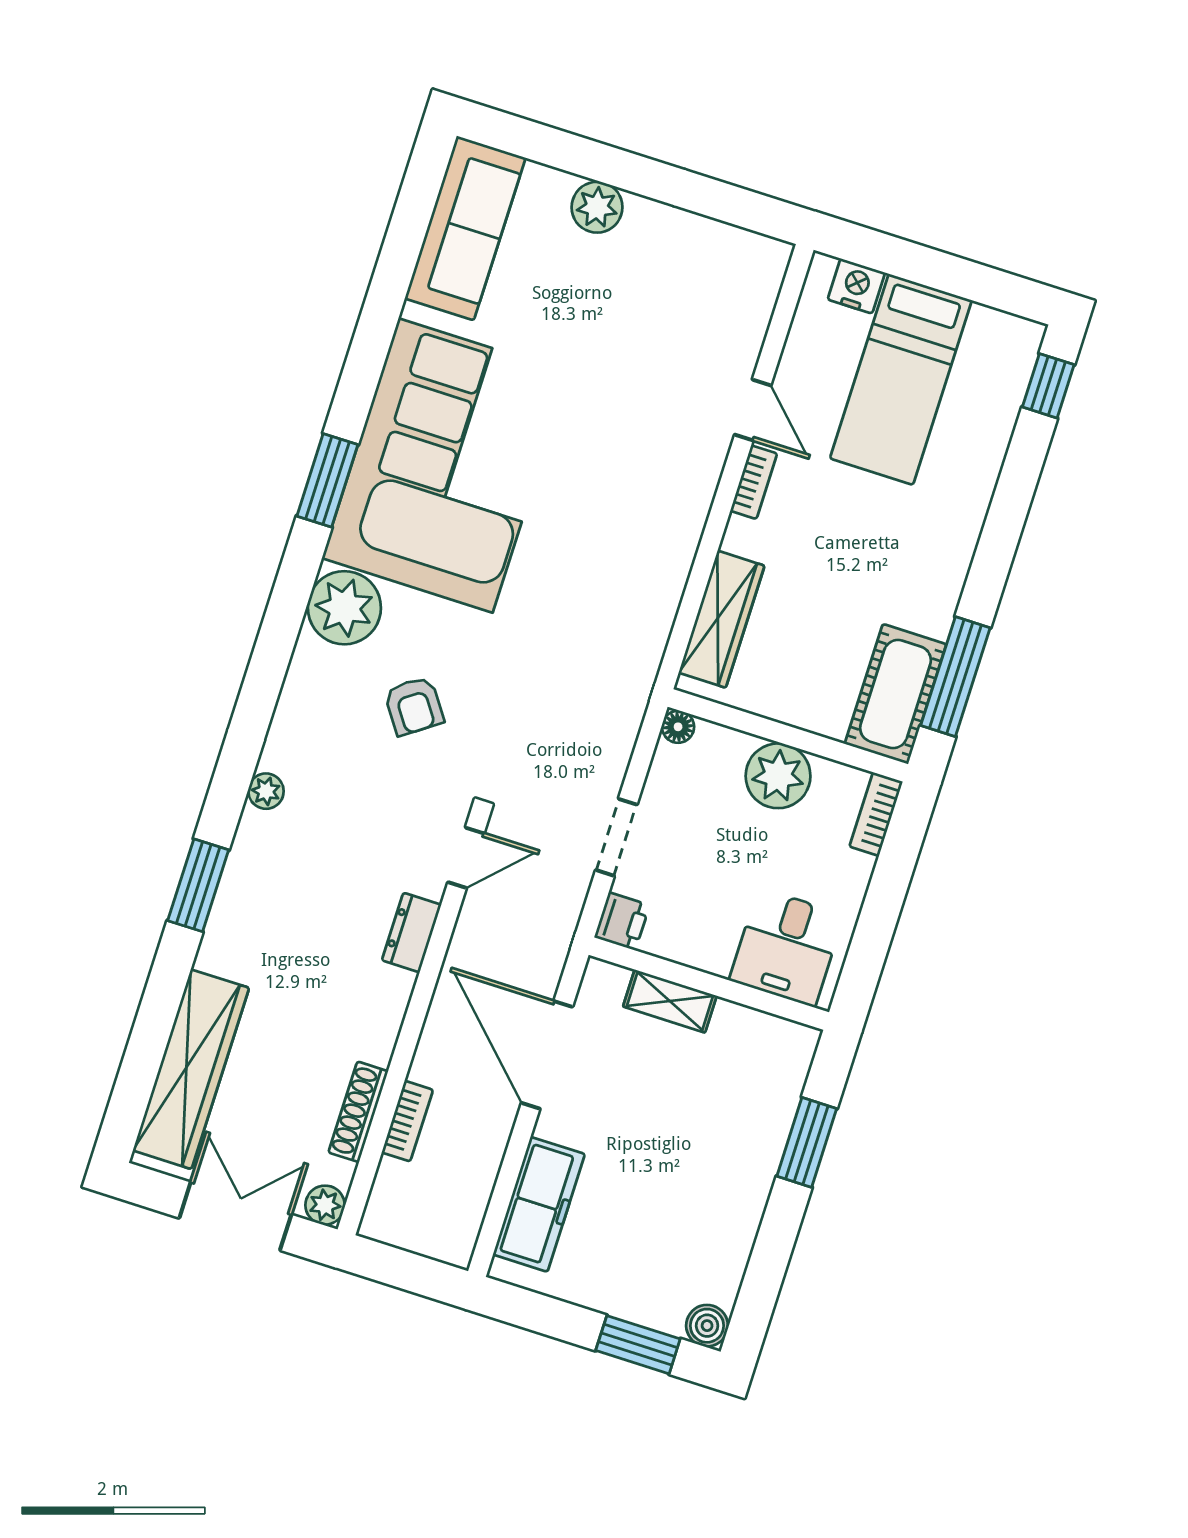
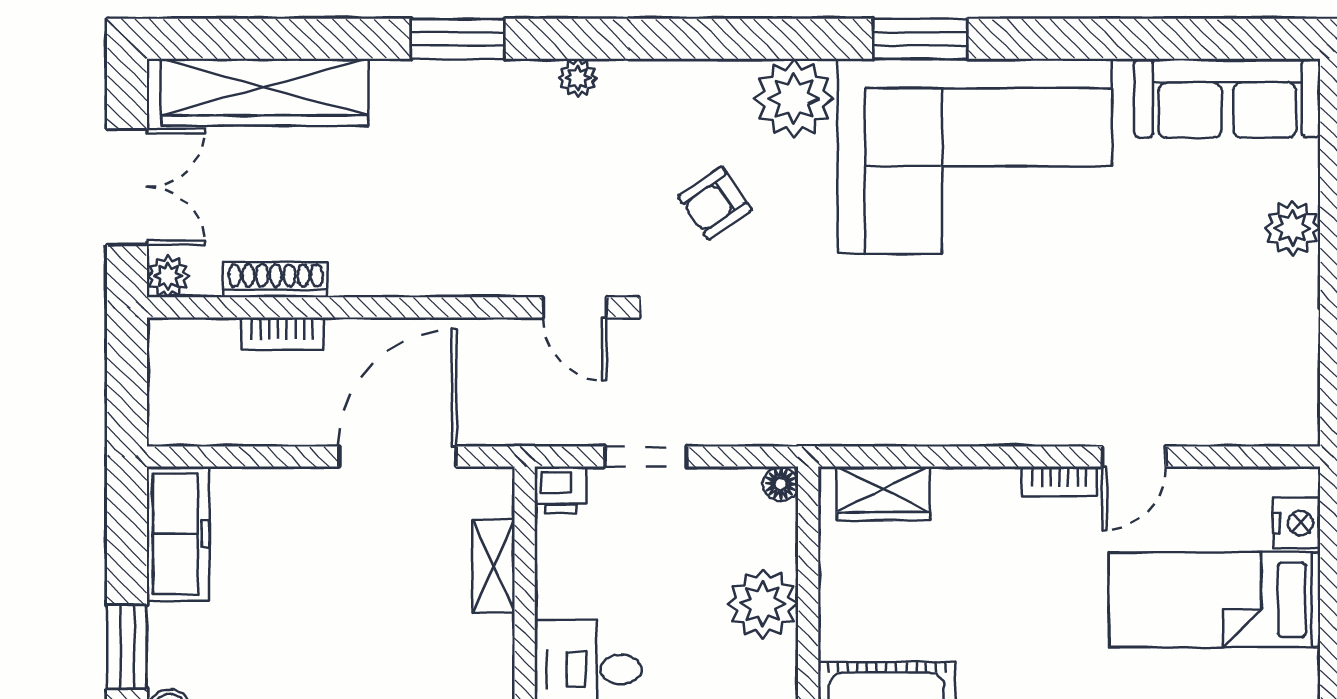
wardrobe: (722, 619) -> (883, 493), width x0.67
dresser: (412, 932) -> (479, 276), removed
freezer: (539, 1204) -> (178, 534), moved, turned -90

